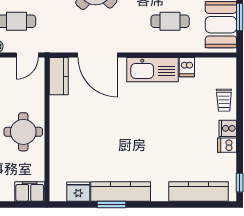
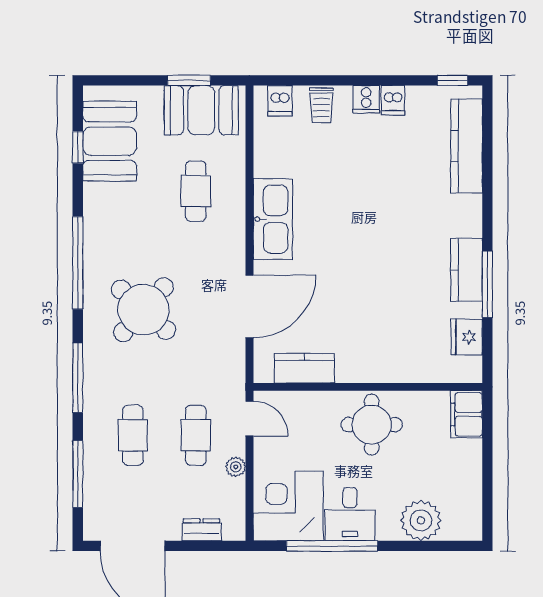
dishwasher: (187, 67) -> (280, 101), moved, turned 90
kitchen counter: (59, 76) -> (304, 368), moved
trolley: (224, 100) -> (321, 105), turned 91
kitchen counter: (121, 191) -> (467, 270), width x0.67
window: (111, 205) -> (487, 284), width x1.44

